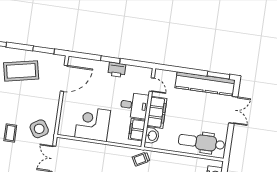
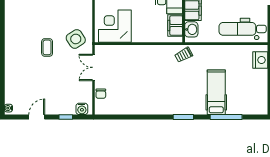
corner desk: (93, 124) -> (115, 26), moved

